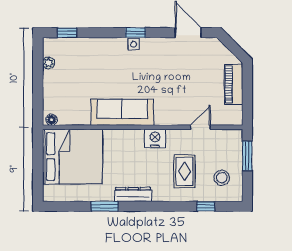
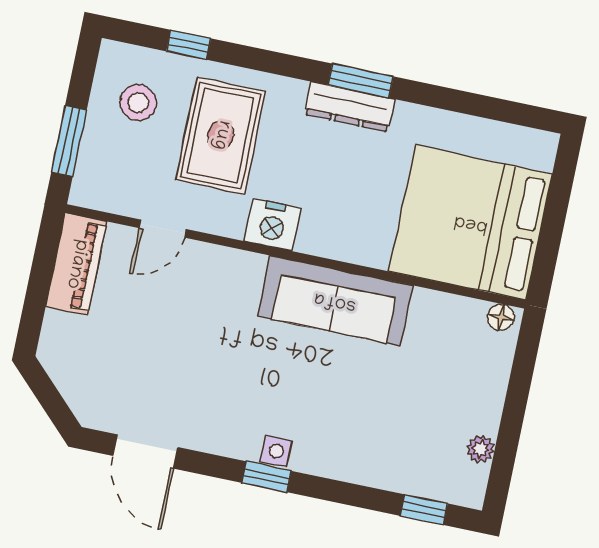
piano: (233, 84) -> (76, 264), moved
rug: (184, 171) -> (221, 135), width x1.36, depth x1.43
window: (105, 206) -> (361, 81), moved

